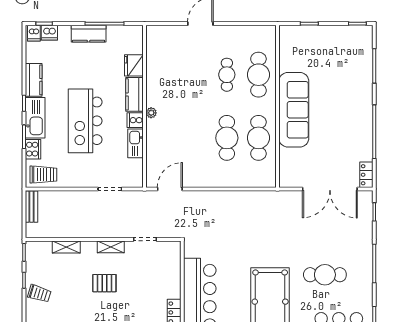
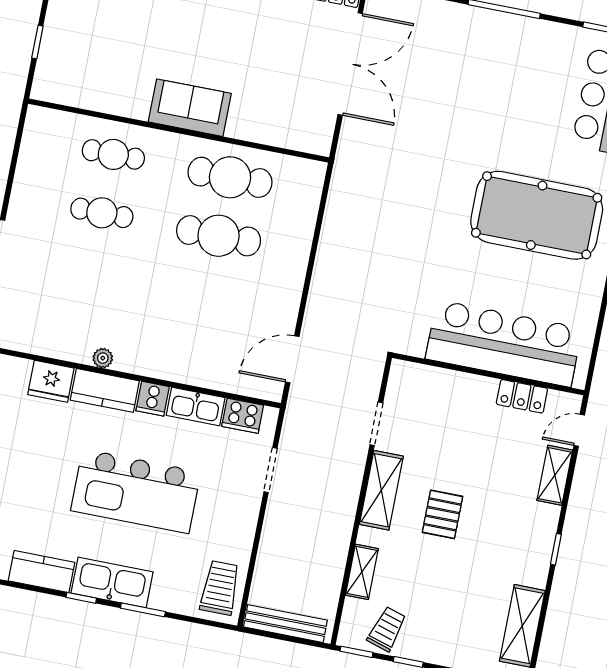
cafe table: (258, 75) -> (113, 154), width x0.73, depth x0.74
sofa: (294, 110) -> (190, 108), width x0.54, depth x0.79
plant: (151, 113) -> (103, 358), moved
cooker: (33, 149) -> (243, 416), moved, turned 180
door: (170, 189) -> (292, 359), hinge flipped
bench: (31, 207) -> (285, 624), width x1.36
shelving: (111, 247) -> (381, 490), width x1.50, depth x1.33
cafe table: (325, 275) -> (507, 104), removed
trolley: (39, 293) -> (387, 629), moved

